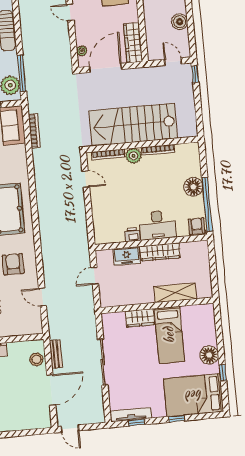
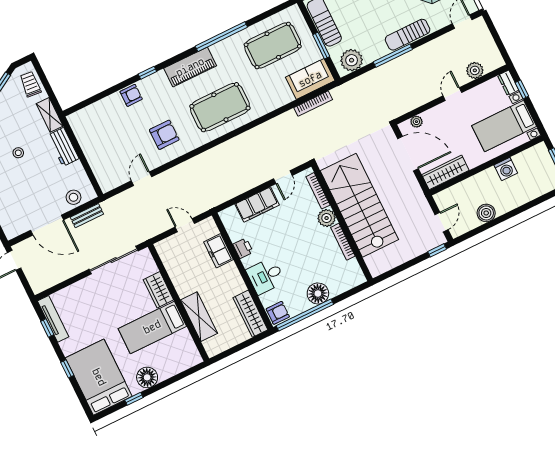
window: (22, 73) -> (393, 56), moved
filing cabinet: (100, 209) -> (257, 205), added
desk: (157, 225) -> (266, 276), width x0.73
wardrobe: (160, 252) -> (250, 314), moved
sliding door: (103, 362) -> (114, 260), moved

